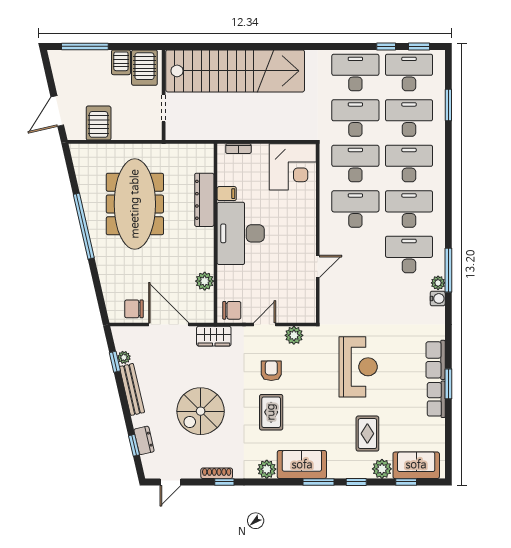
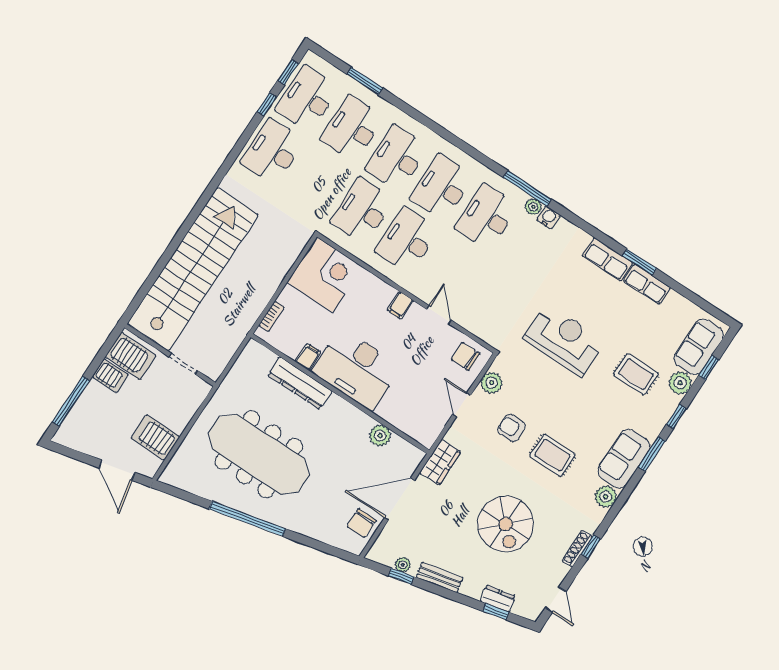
desk: (355, 118) -> (317, 181), removed
filing cabinet: (306, 235) -> (400, 305), added
chair: (232, 310) -> (465, 357), moved, turned -90
bench: (132, 389) -> (440, 577), width x0.73

